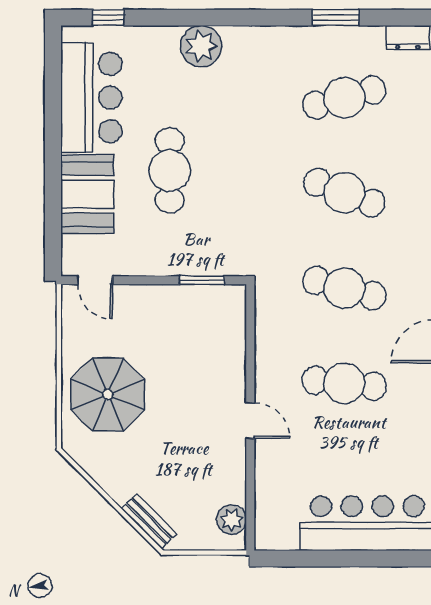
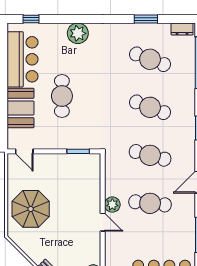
cafe table: (344, 98) -> (150, 59), turned 36
plant: (269, 386) -> (112, 205), added

